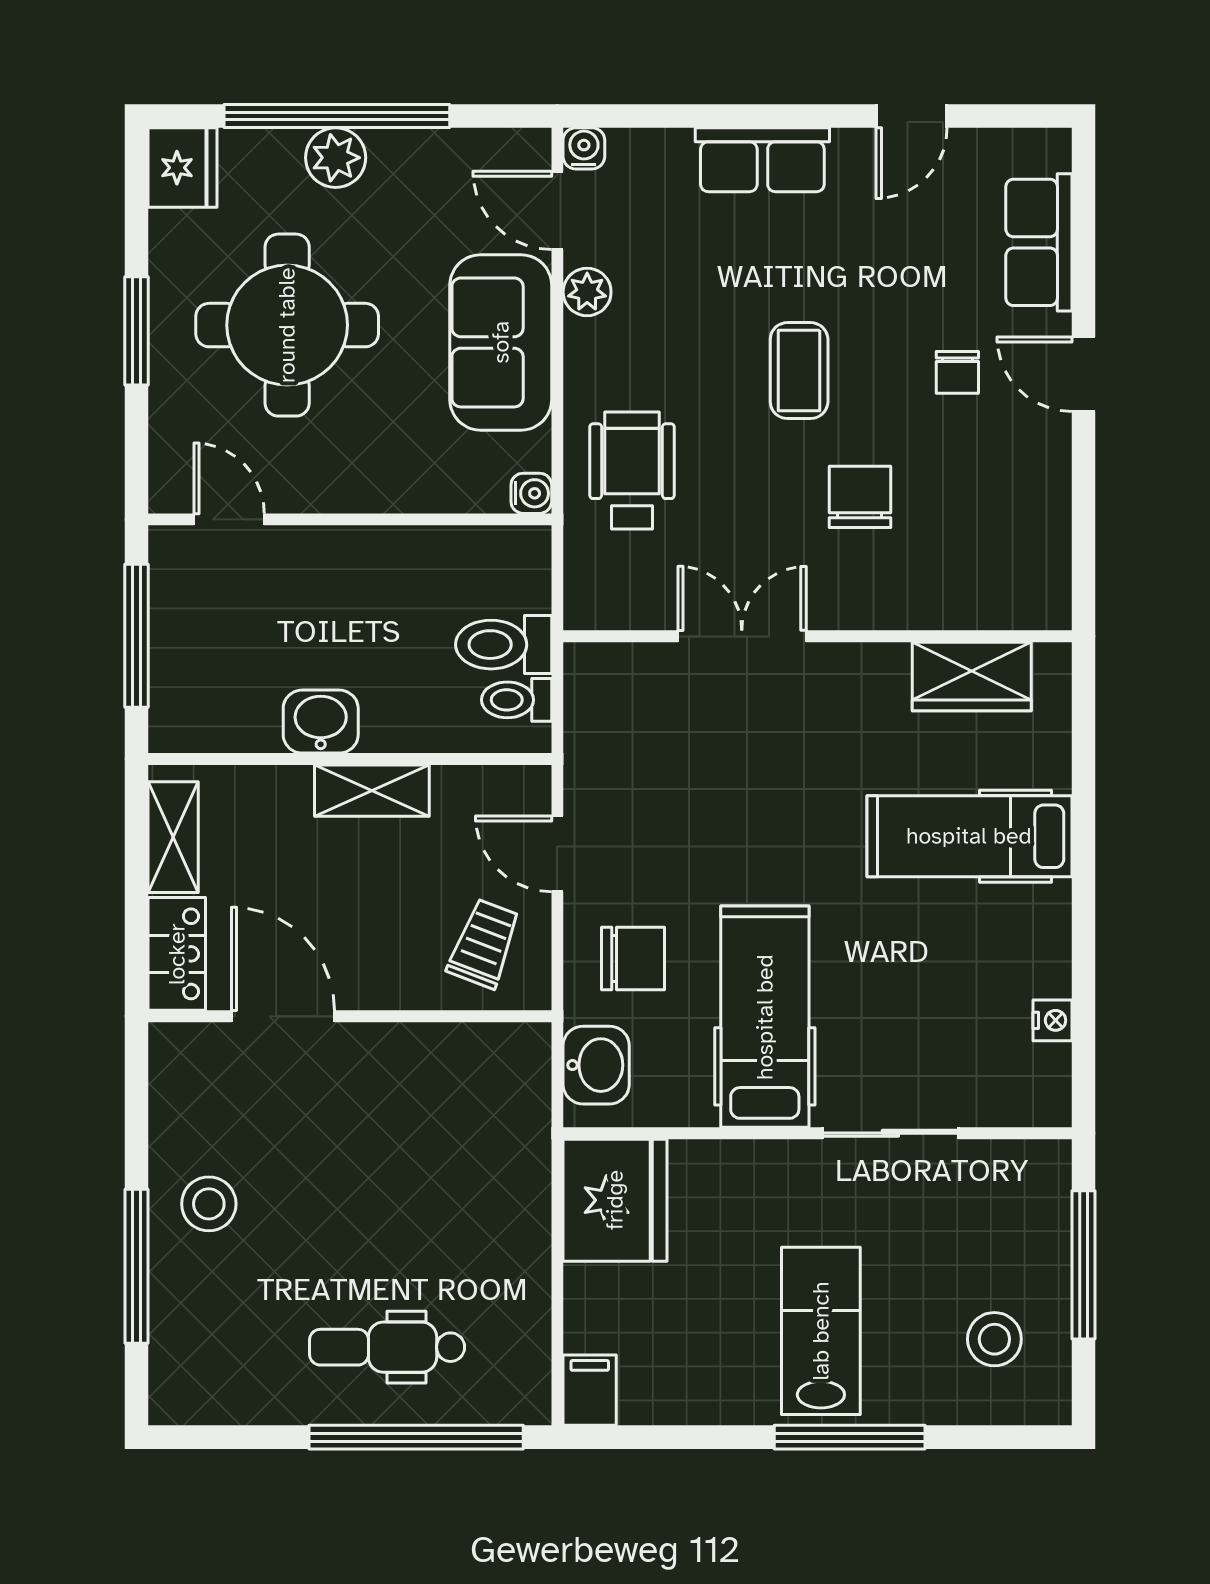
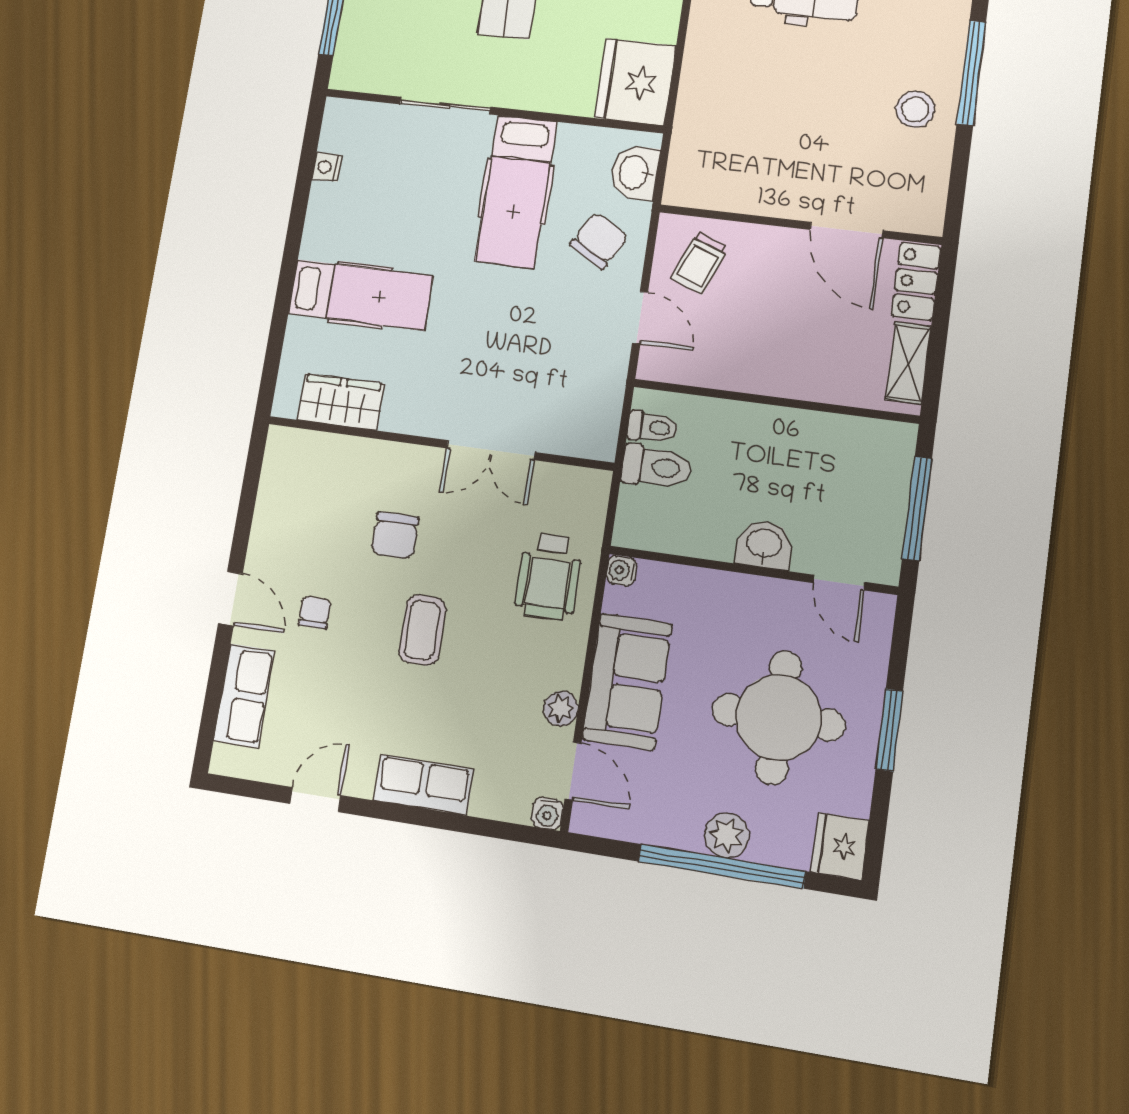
washbasin: (321, 722) -> (764, 545), moved, turned 180
shelving: (372, 791) -> (763, 377), removed
chair: (633, 958) -> (599, 241), turned 120

